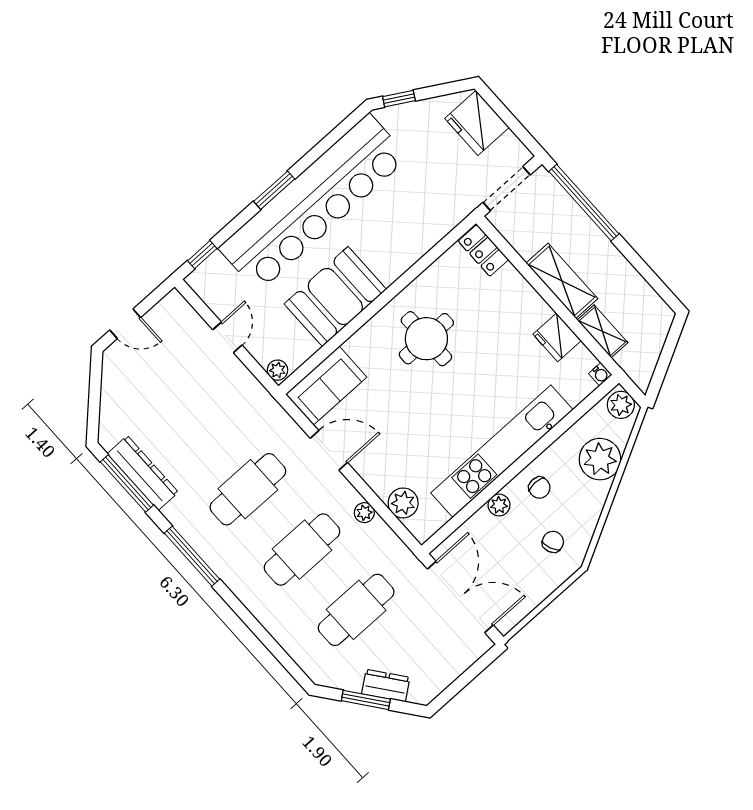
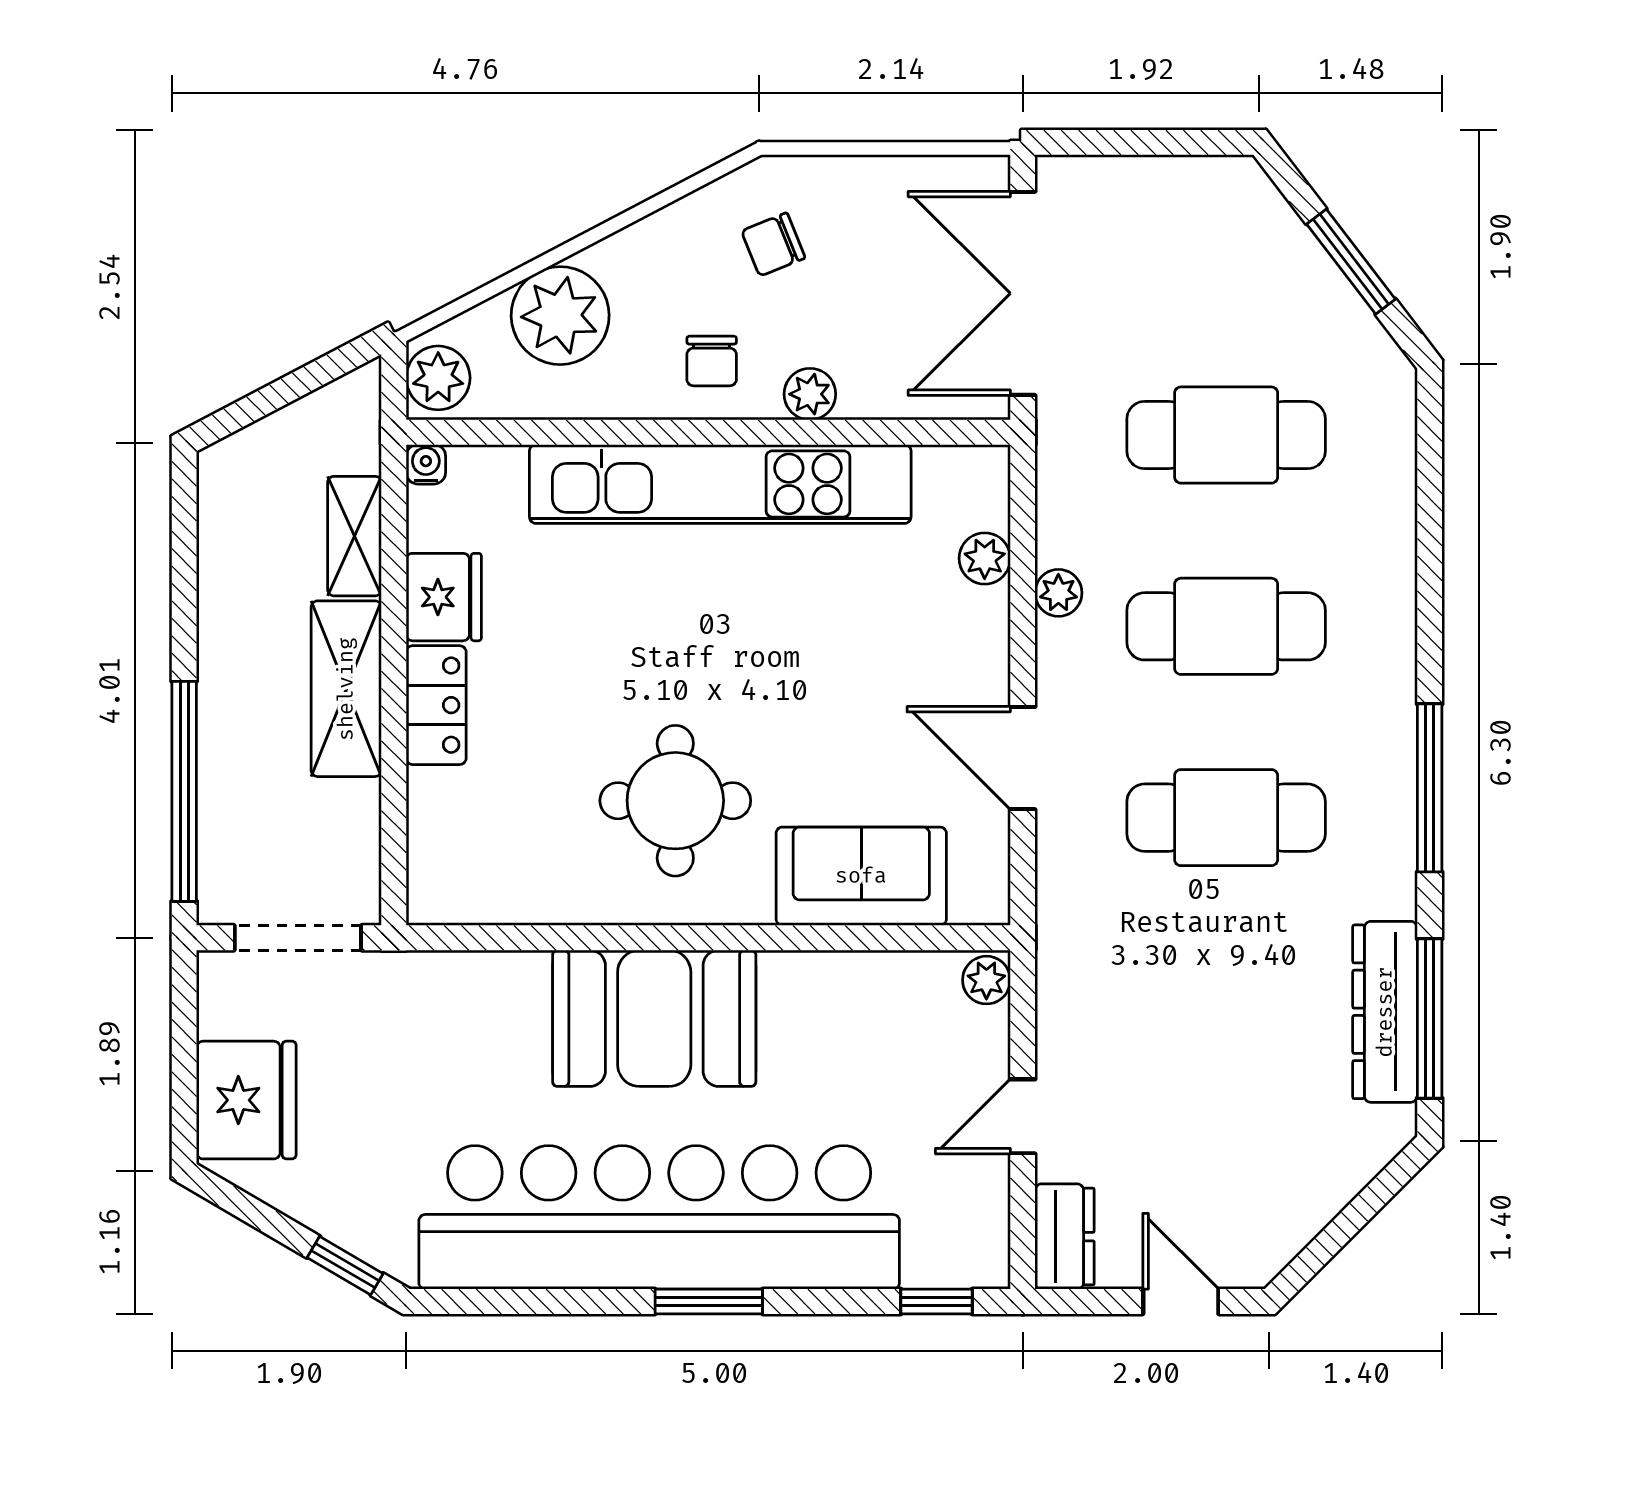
locker: (483, 250) -> (436, 705), moved
booth: (335, 297) -> (654, 1018), moved
sofa: (326, 386) -> (861, 876), moved
chair: (539, 488) -> (712, 361), turned 180
plant: (403, 503) -> (985, 558), width x0.73, depth x0.73
dresser: (386, 686) -> (1065, 1237), moved, turned -143

